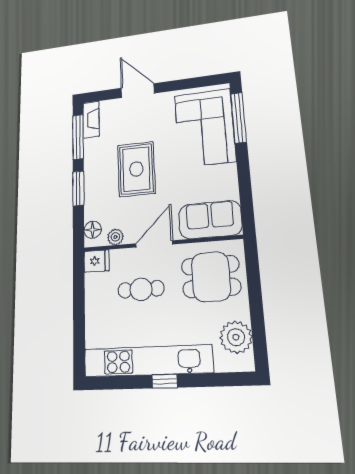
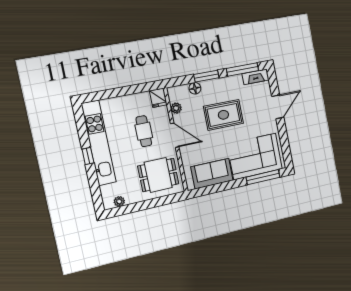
sofa: (210, 220) -> (212, 174), moved, turned -90
floor lamp: (92, 230) -> (195, 88), moved
dining table: (211, 277) -> (158, 175), turned 90
plant: (236, 337) -> (119, 201), width x0.53, depth x0.53

